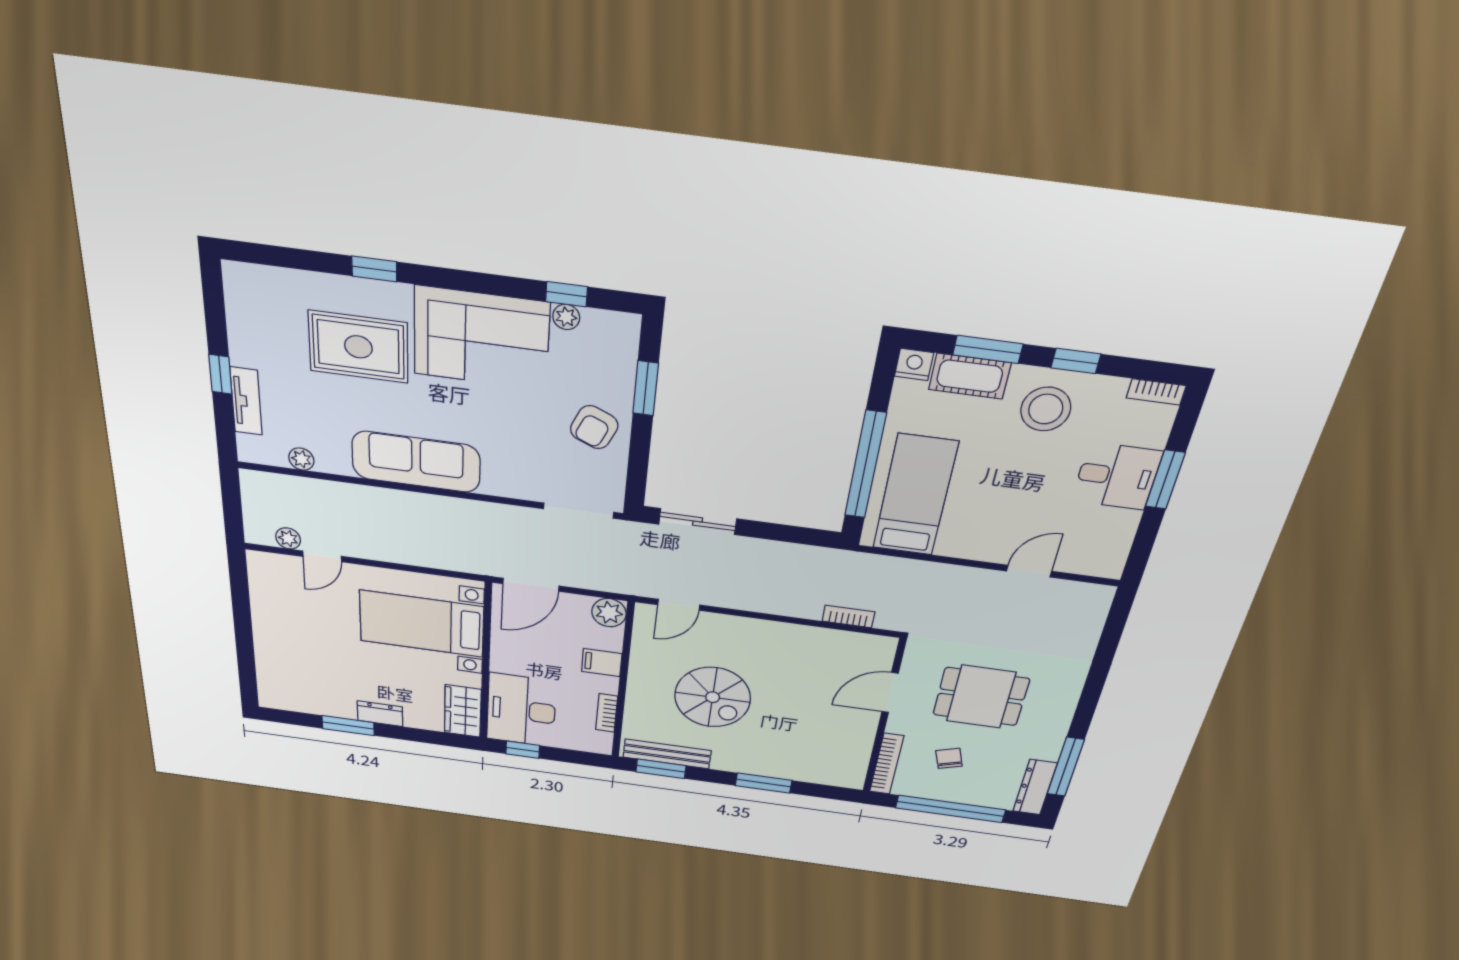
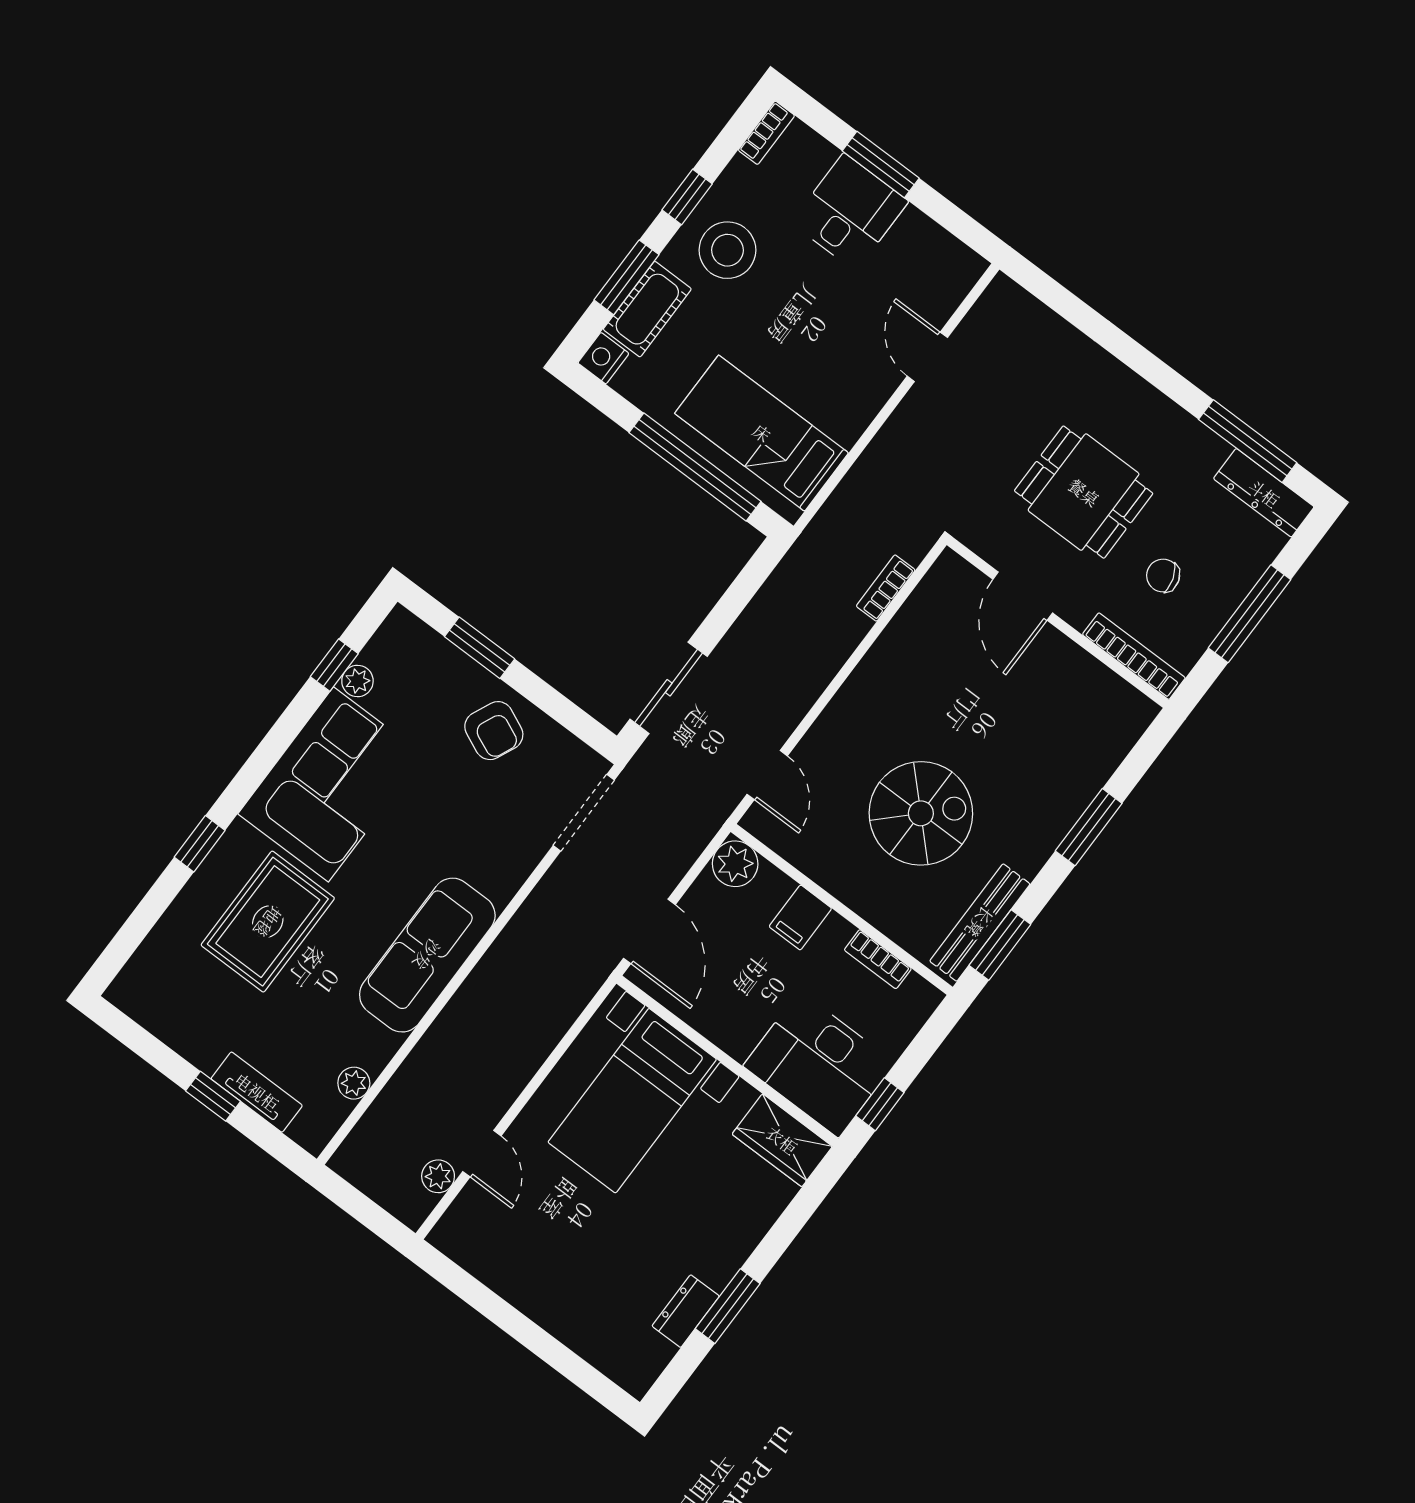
dining table: (981, 697) -> (1084, 492), turned 90
dresser: (380, 714) -> (686, 1311), moved
window: (950, 809) -> (1249, 614), width x0.68

